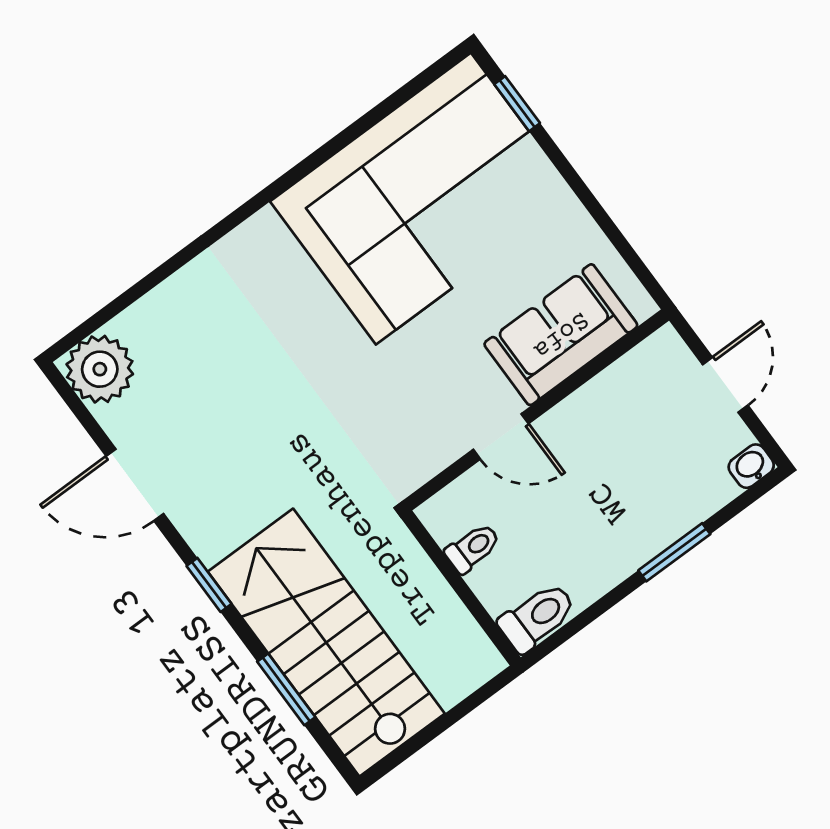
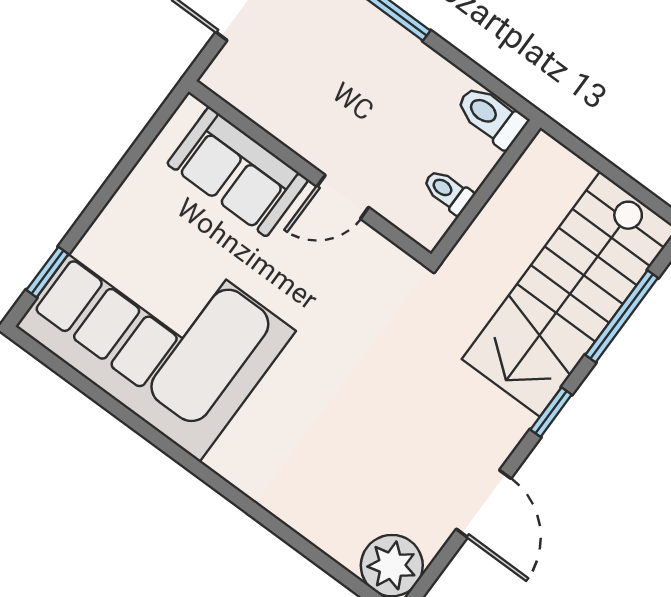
door: (501, 436) -> (343, 197), swing flipped
window: (286, 689) -> (622, 316), width x1.44

